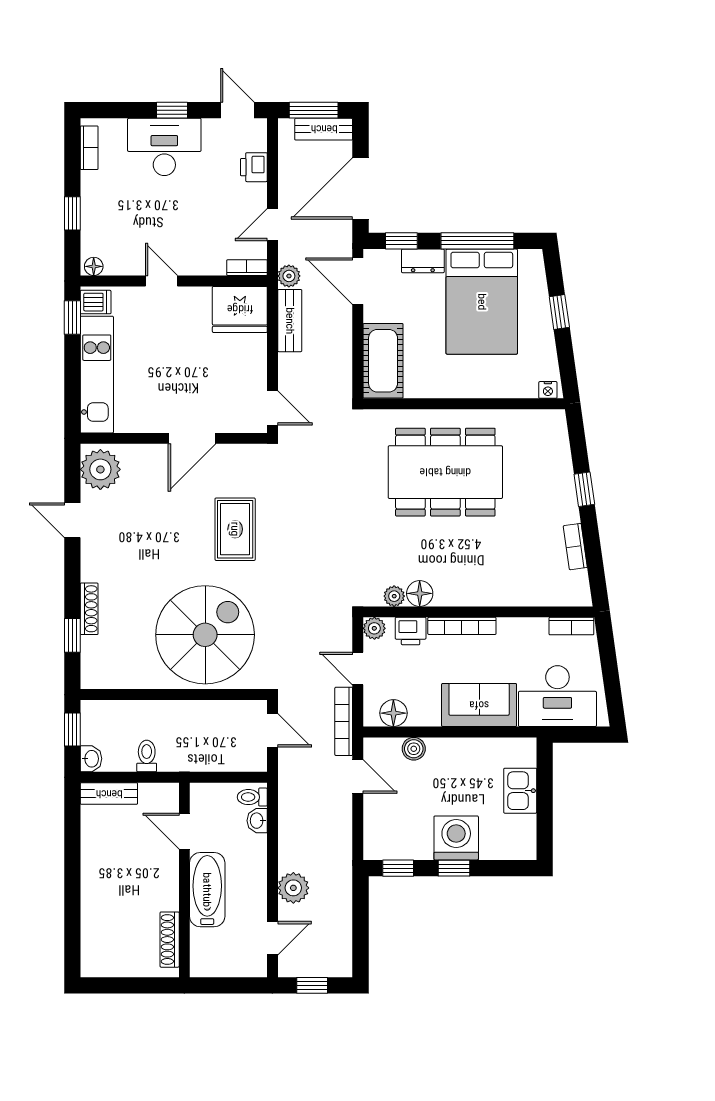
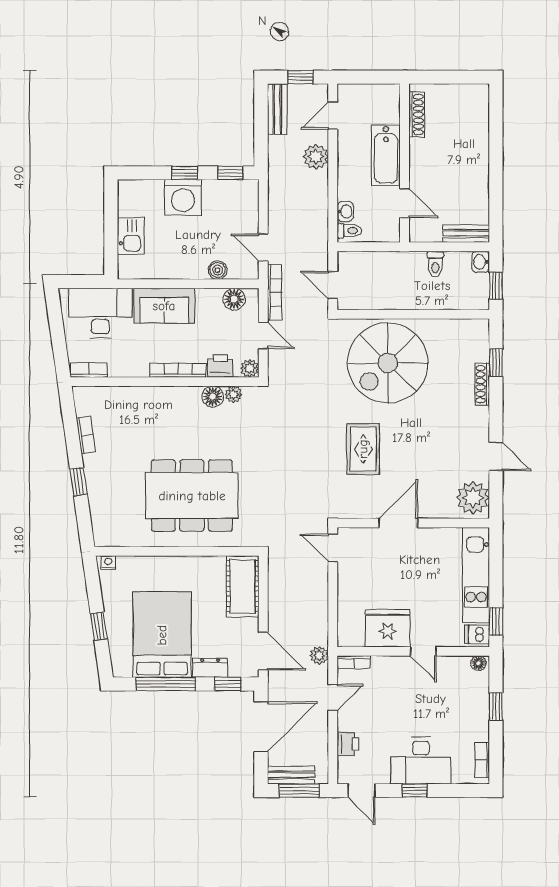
fridge: (240, 309) -> (388, 628), moved
bench: (290, 321) -> (277, 109), moved

